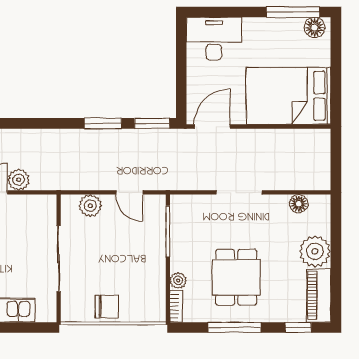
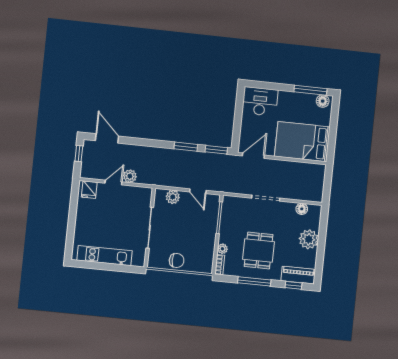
piano: (319, 295) -> (298, 275), moved, turned 90

